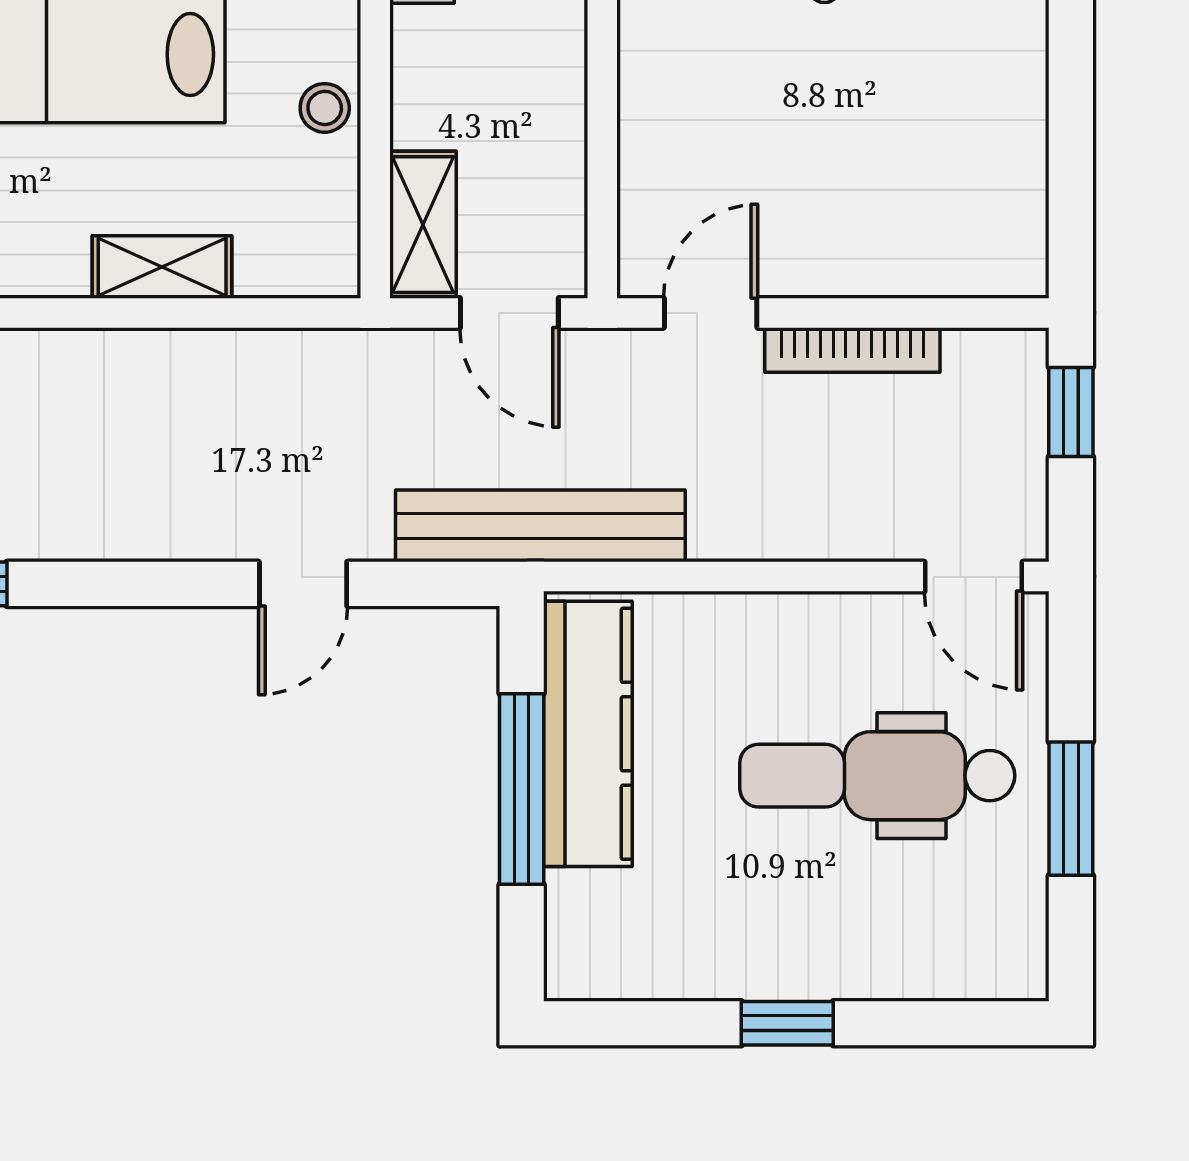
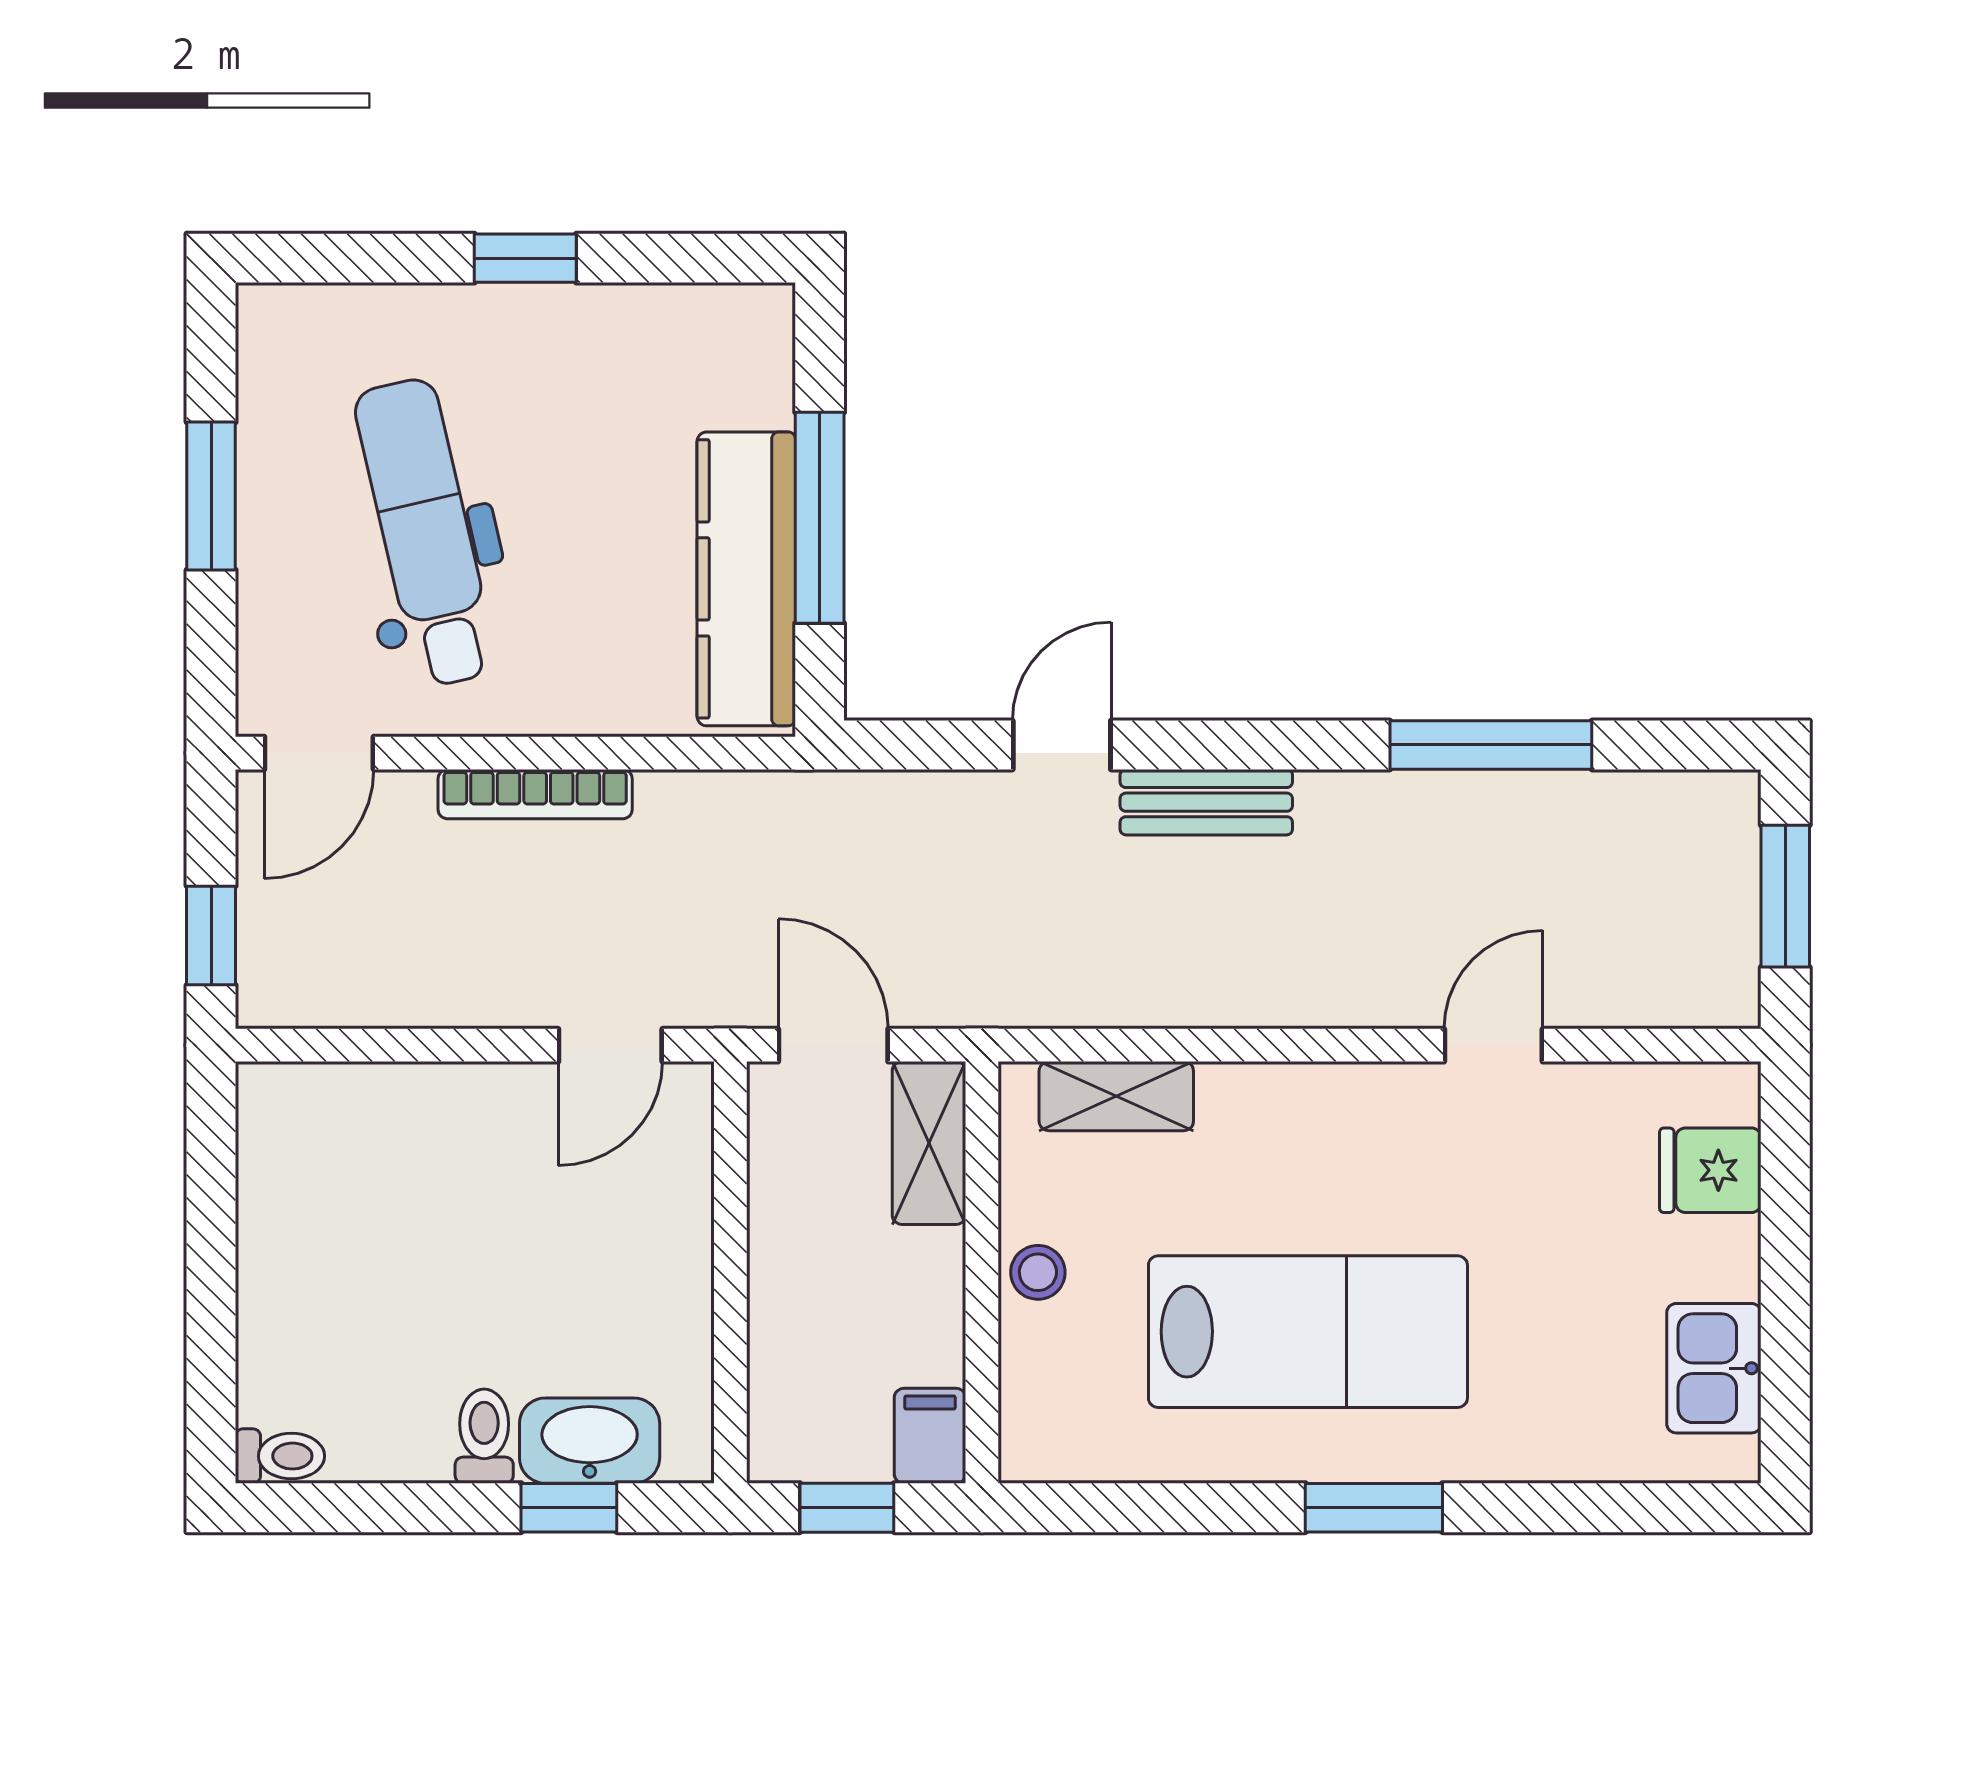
shelving: (162, 267) -> (1116, 1096), moved
bookcase: (852, 350) -> (535, 794), moved, turned 180
bench: (540, 526) -> (1206, 802), moved, width x0.54, depth x0.82
door: (974, 577) -> (319, 753), swing flipped
dental chair: (877, 776) -> (426, 532), turned -103

